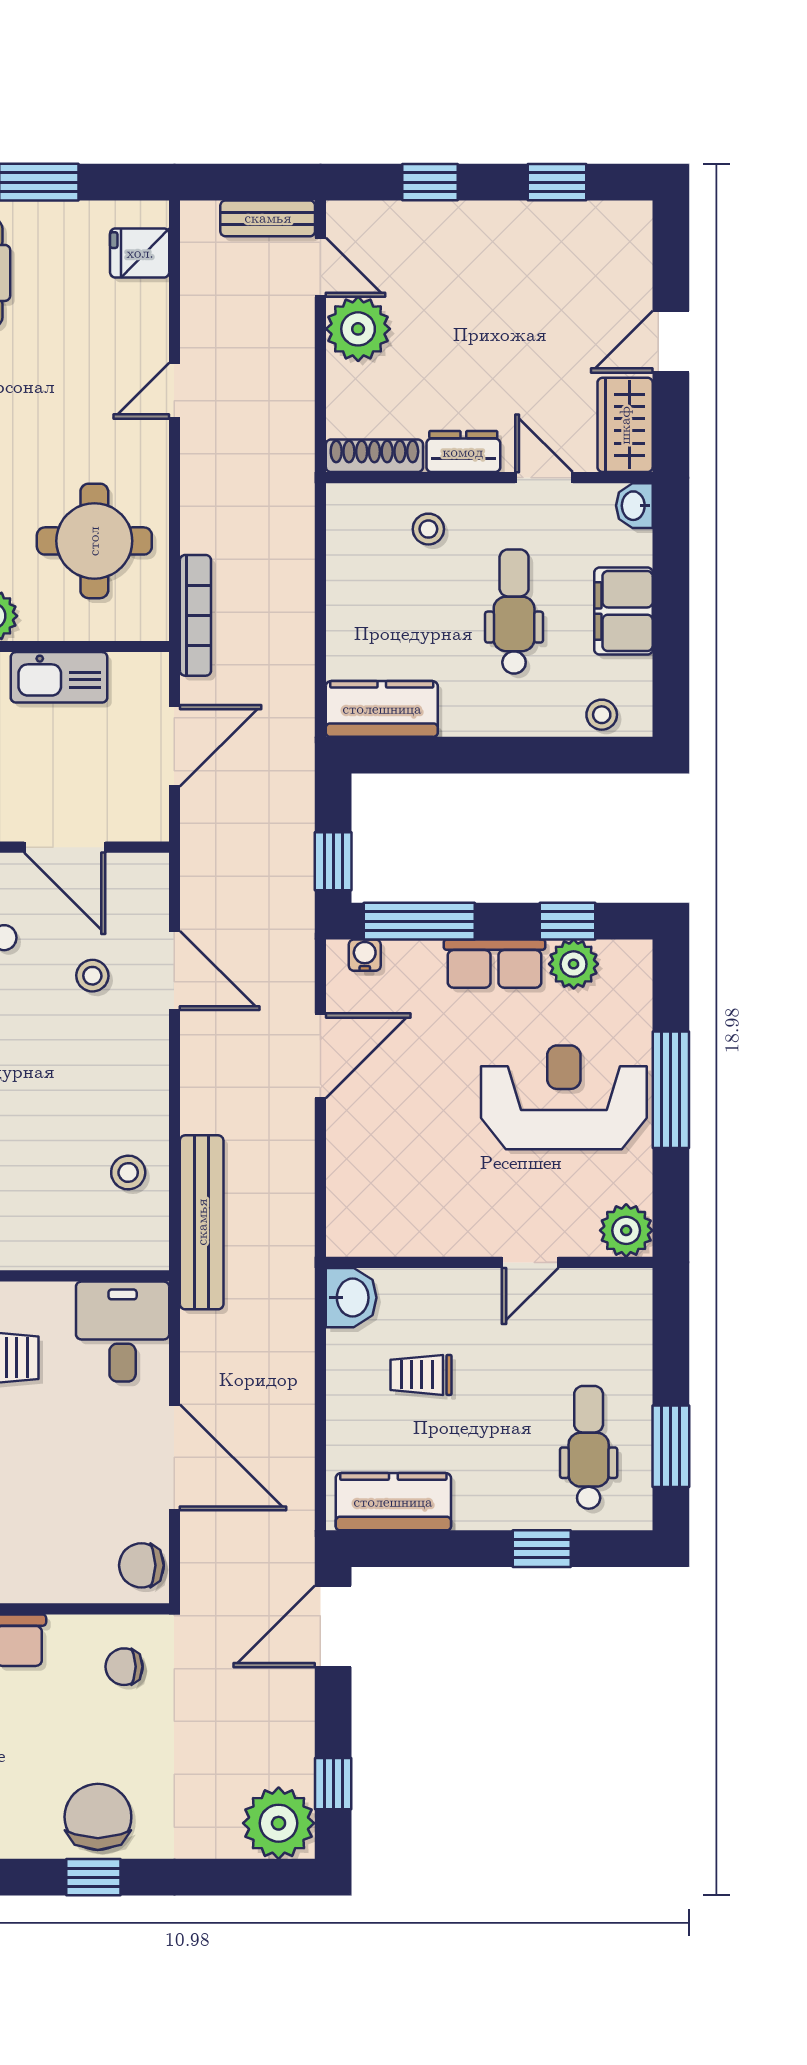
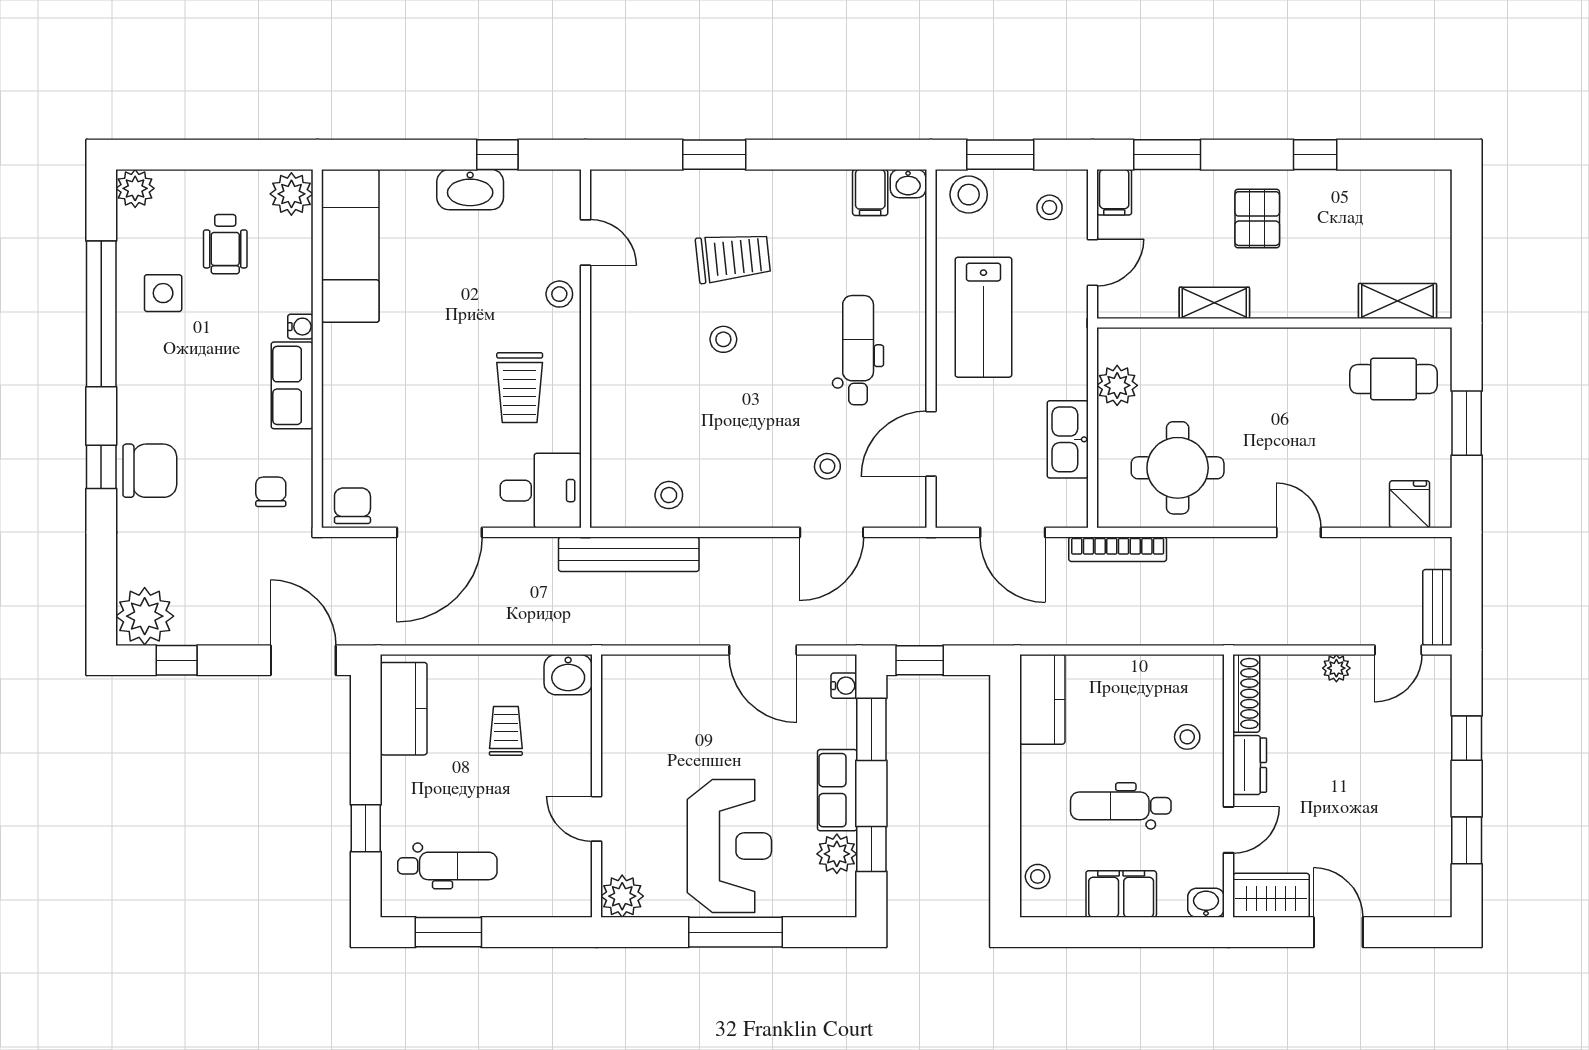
plant: (358, 329) -> (1336, 668), width x0.53, depth x0.53
dental chair: (514, 611) -> (1121, 806), turned 180
window: (419, 921) -> (871, 729), width x0.69

